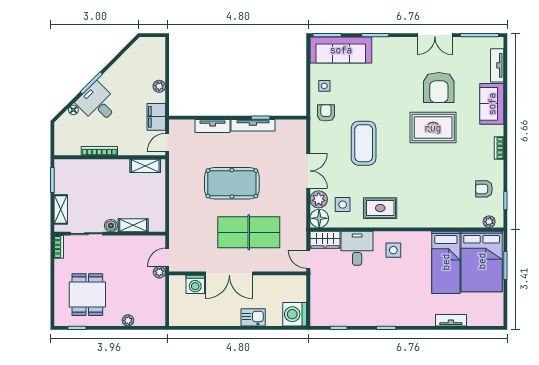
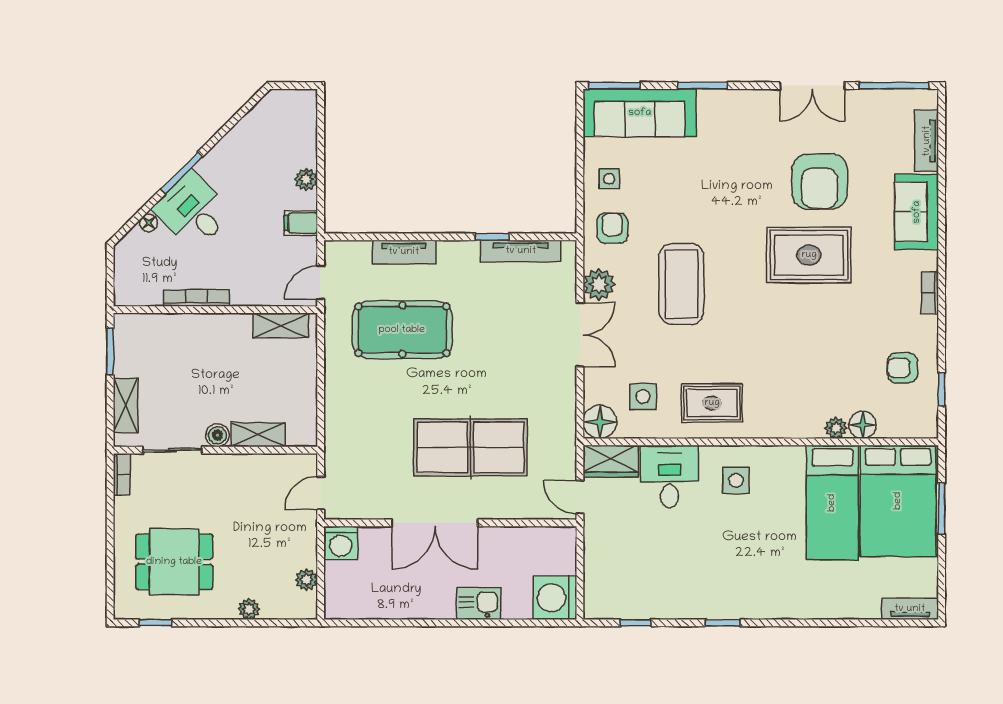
filing cabinet: (156, 117) -> (301, 223), width x0.50
tv unit: (253, 125) -> (521, 251), moved
pool table: (232, 183) -> (402, 330), moved
plant: (319, 199) -> (599, 284), moved
floor lamp: (462, 220) -> (863, 425), added
plant: (489, 222) -> (836, 428), moved
plant: (159, 272) -> (306, 580), moved
washing machine: (195, 284) -> (341, 543), moved
dining table: (87, 295) -> (174, 562), turned 90
tv unit: (451, 320) -> (910, 609), moved

